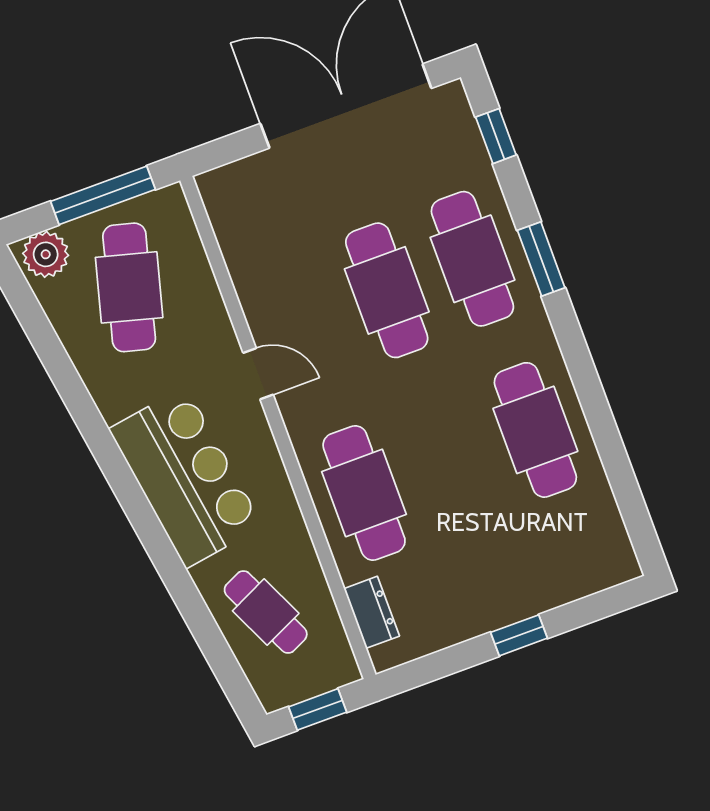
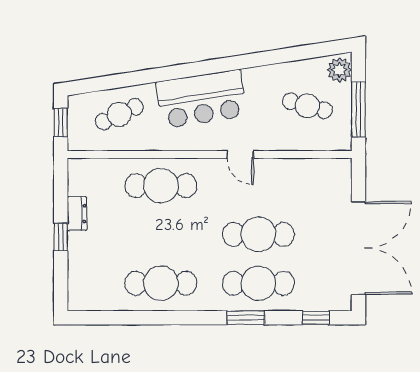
cafe table: (129, 287) -> (307, 106), width x0.73, depth x0.74
door: (258, 374) -> (240, 154), hinge flipped
dresser: (372, 612) -> (77, 214), moved, turned -90

